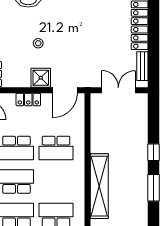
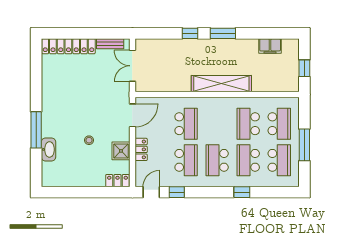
shower: (41, 78) -> (121, 151), moved
door: (65, 90) -> (132, 115), hinge flipped

